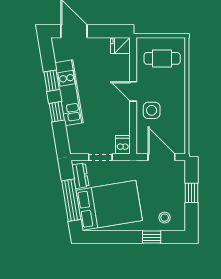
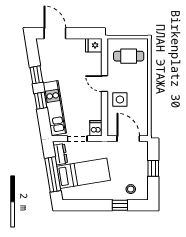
kitchen unit: (69, 93) -> (55, 108), moved
bed: (109, 205) -> (83, 173), width x0.67

